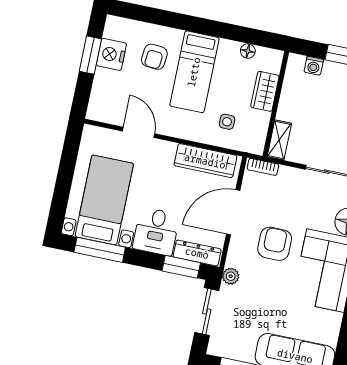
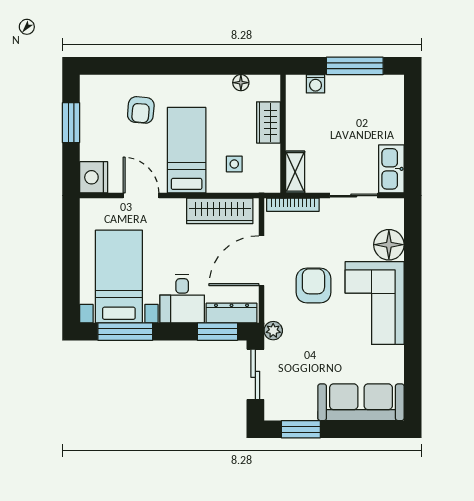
nightstand: (111, 54) -> (94, 177), moved
bed: (194, 72) -> (187, 150), moved, turned 180
bookcase: (263, 167) -> (293, 205), width x1.56

